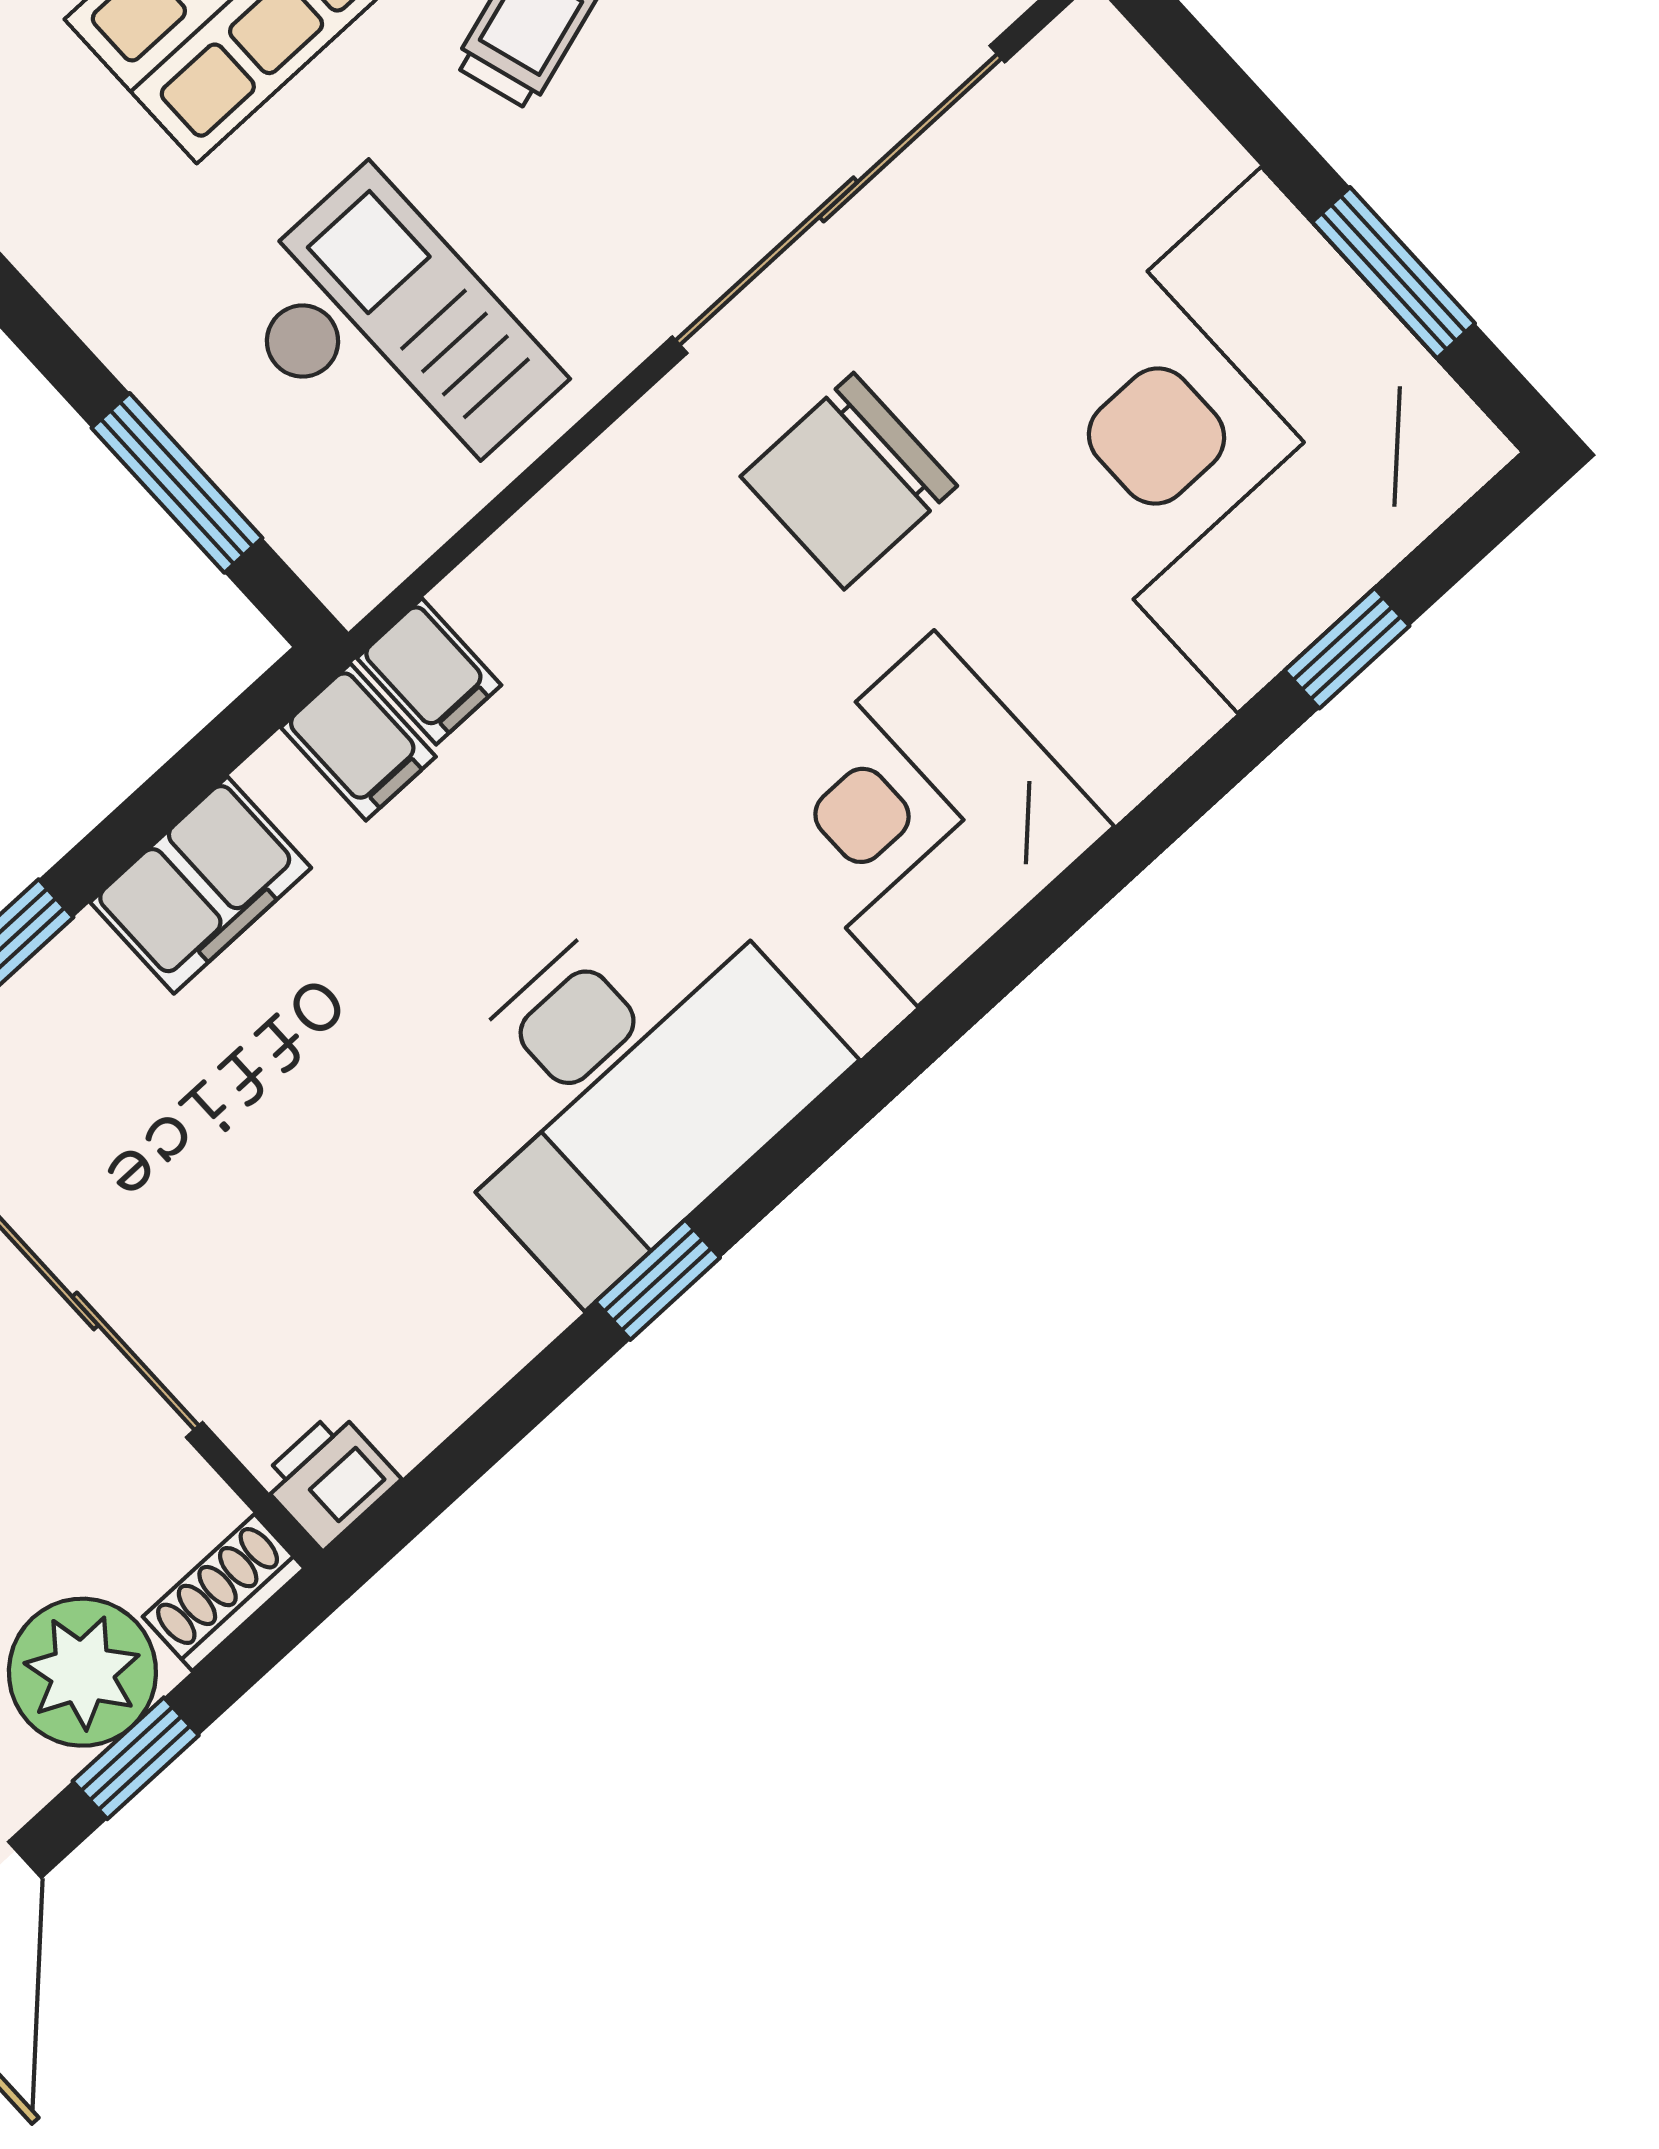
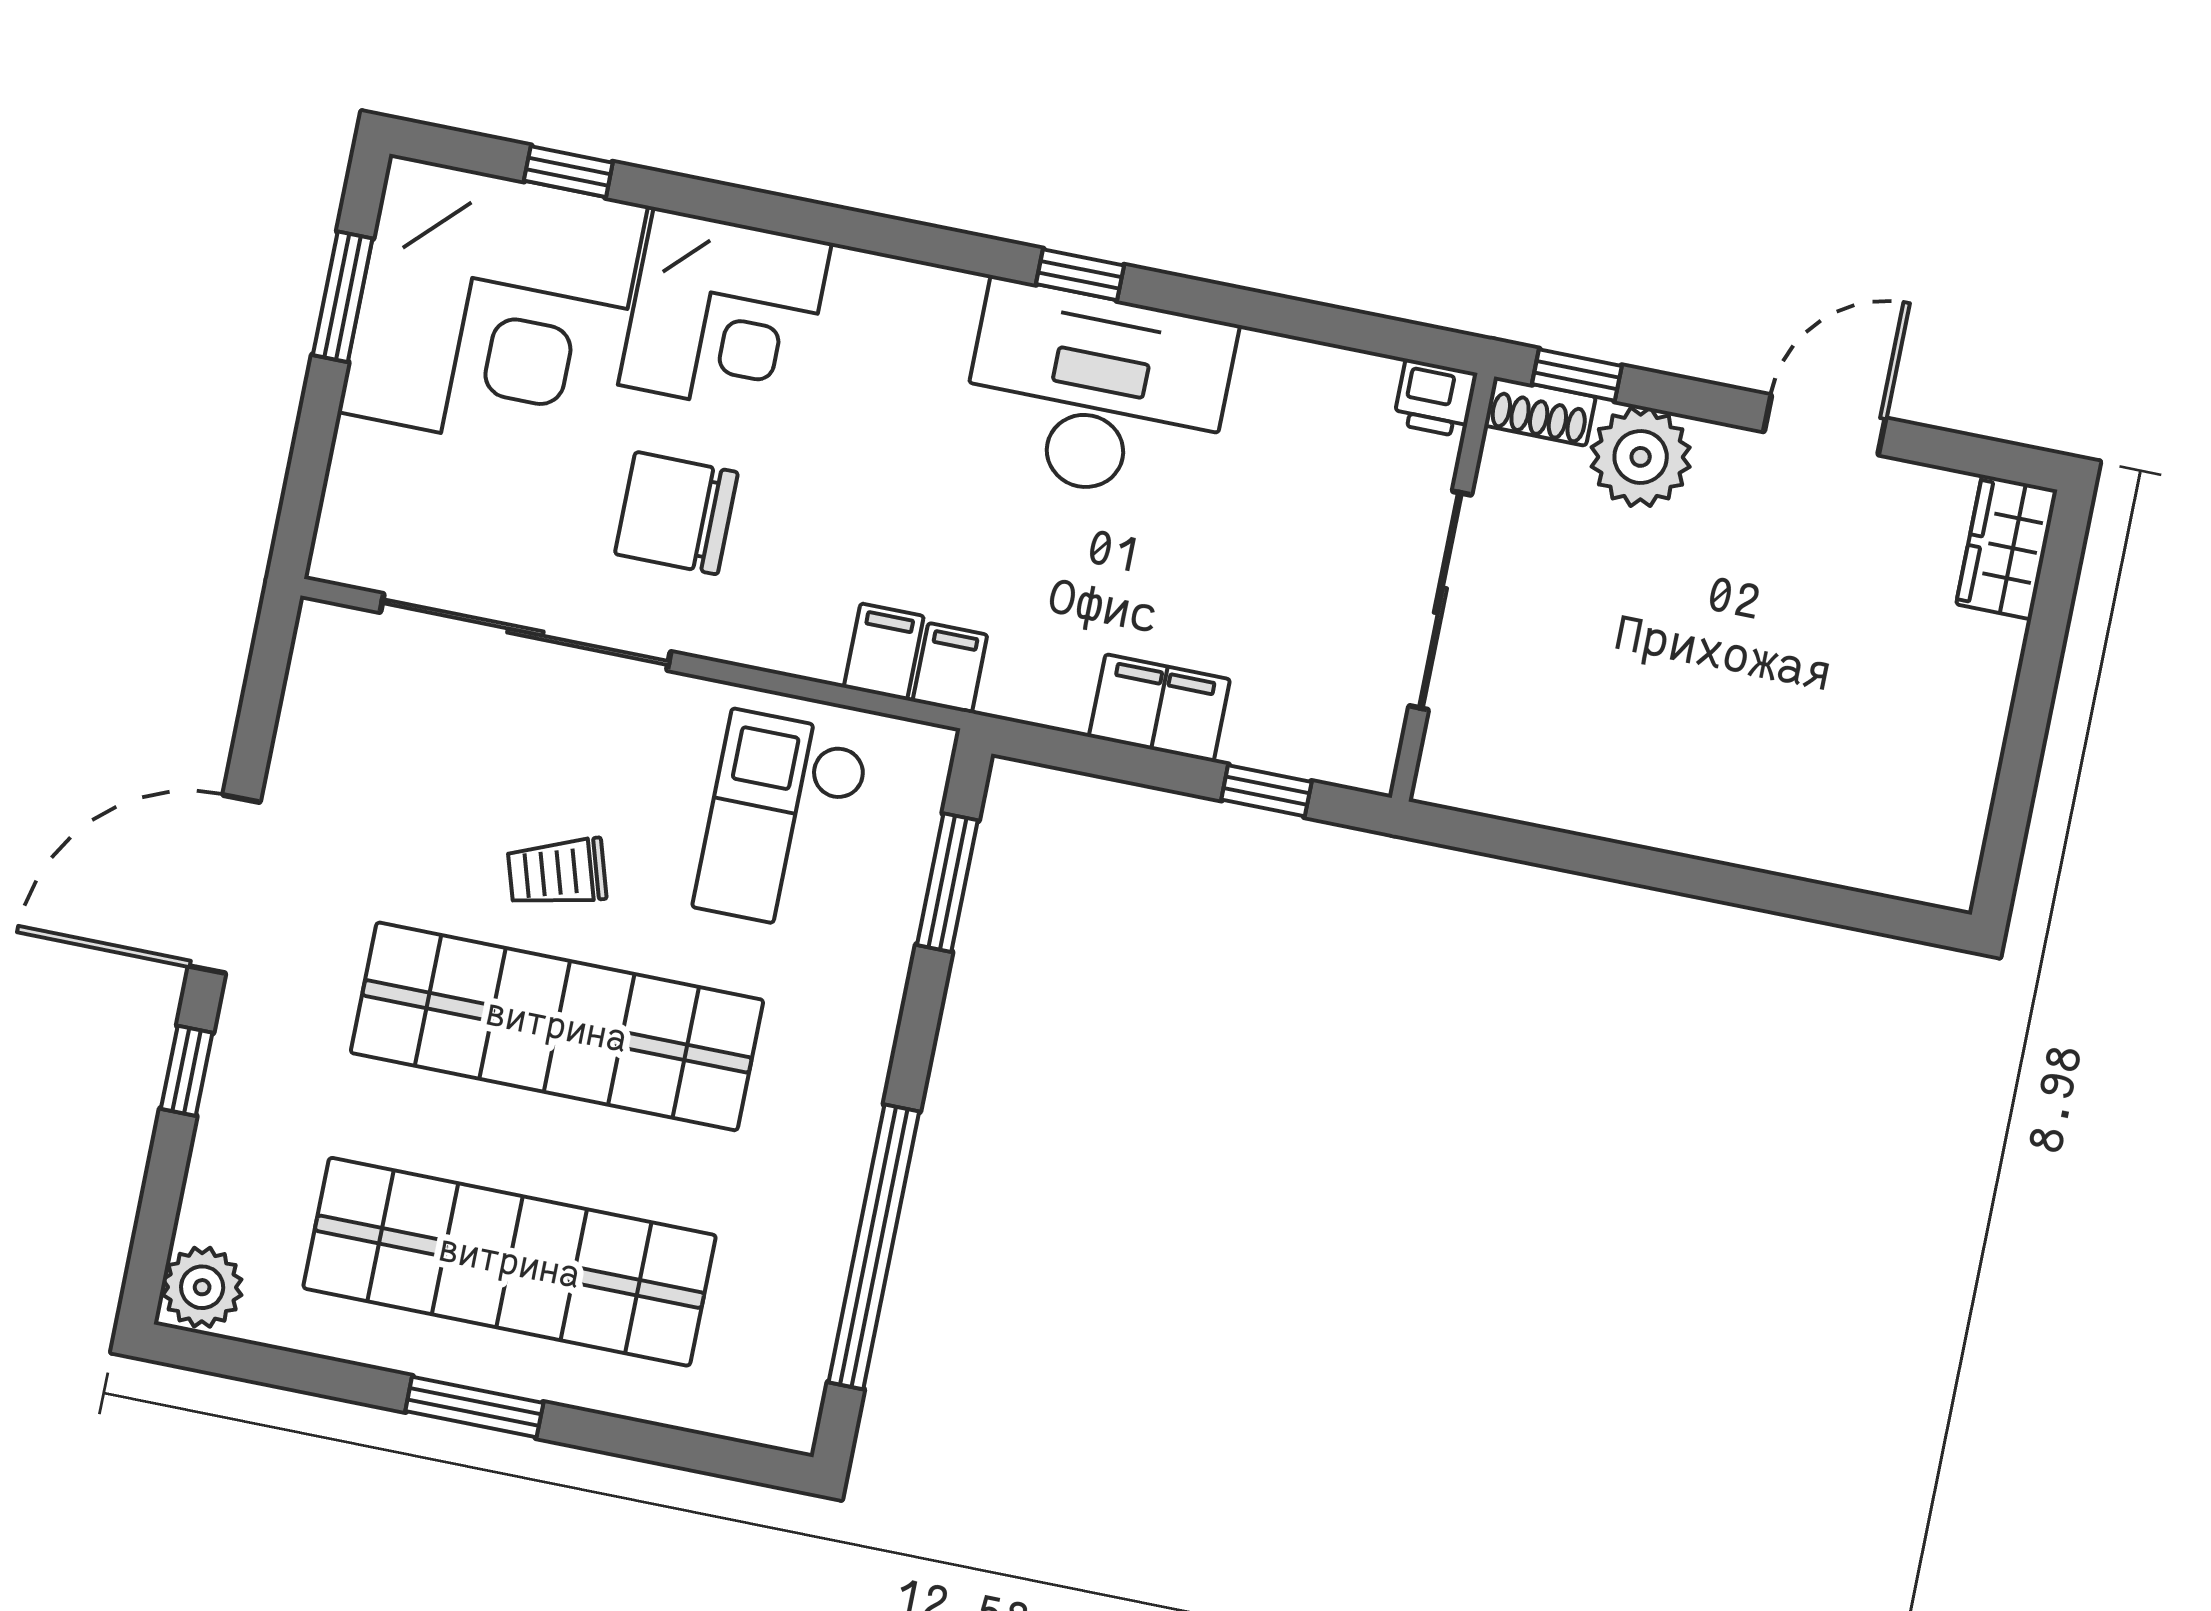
chair: (849, 481) -> (676, 513), turned 180
filing cabinet: (358, 742) -> (884, 652), moved
corner desk: (926, 818) -> (725, 314), moved
window: (658, 1280) -> (1080, 275), moved
window: (136, 1758) -> (1577, 375), moved

